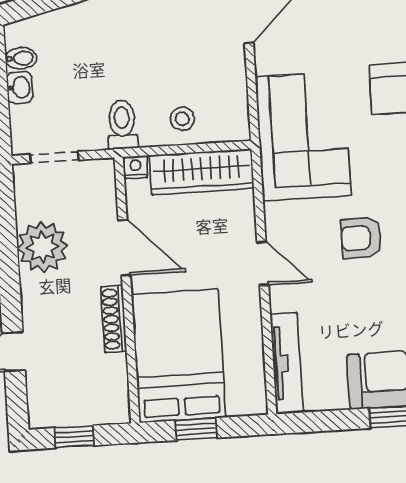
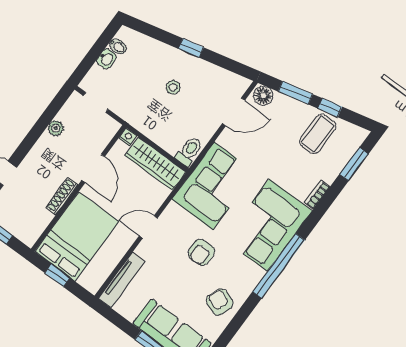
stool: (182, 119) -> (173, 87), moved
toilet: (122, 125) -> (189, 151), moved
armchair: (361, 238) -> (201, 252), turned -90
plant: (43, 247) -> (56, 128), width x0.53, depth x0.53
door: (263, 263) -> (148, 227), swing flipped

